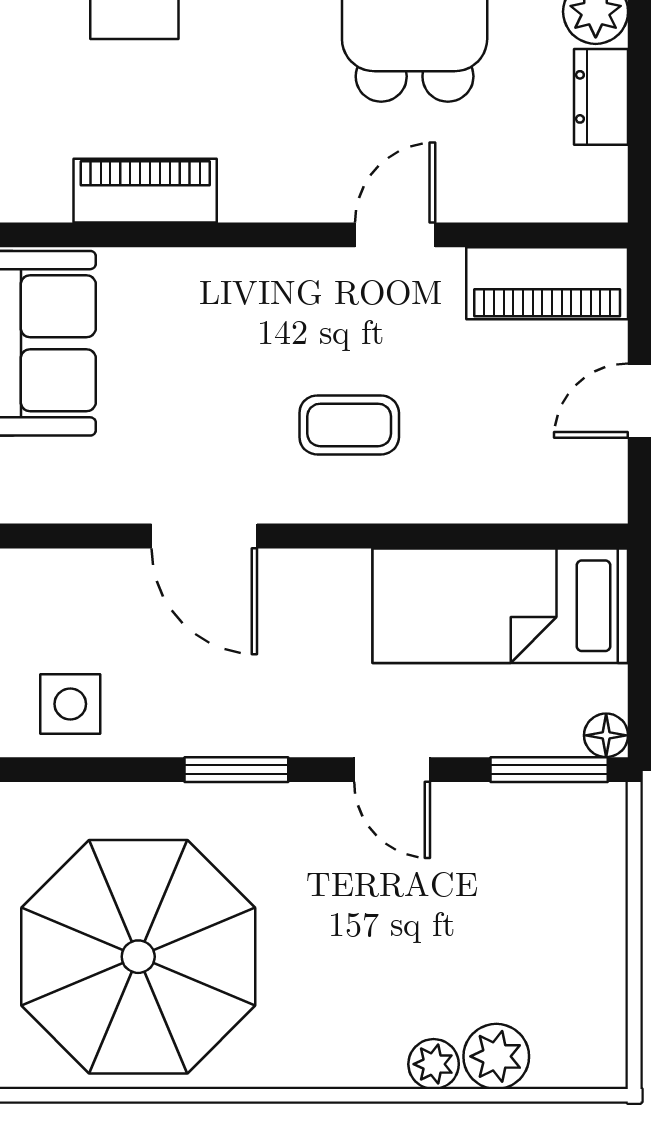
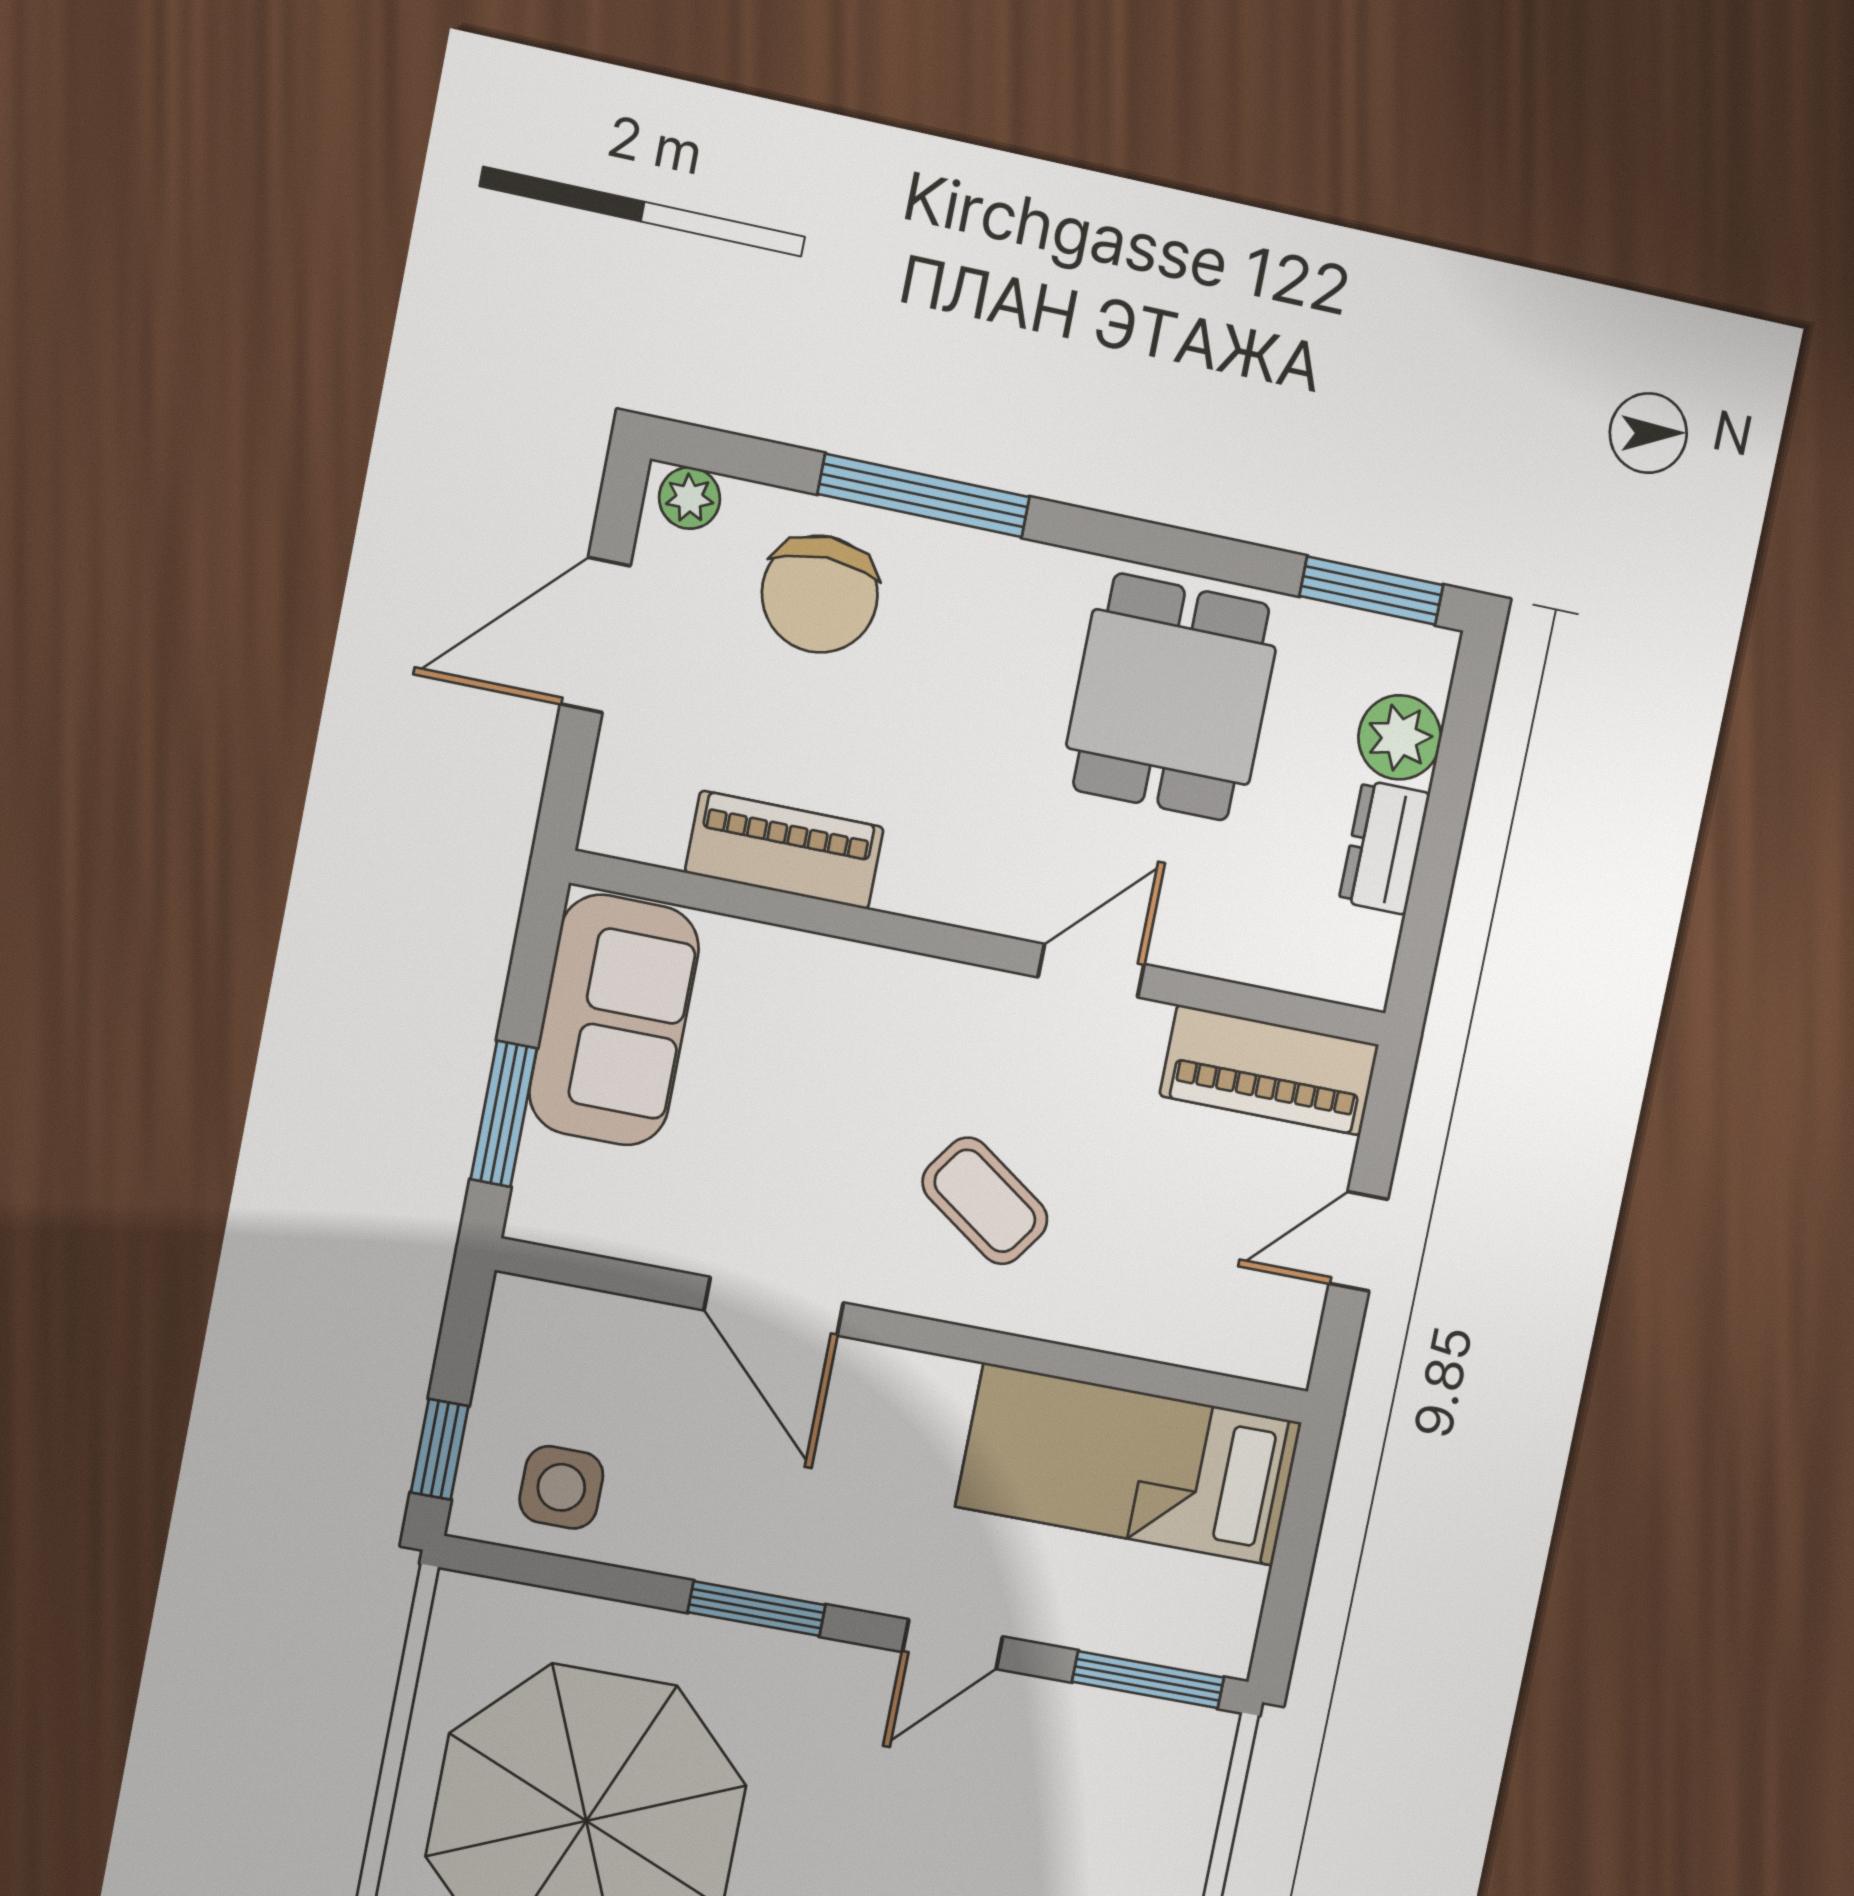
coffee table: (349, 425) -> (985, 1201), turned 35
floor lamp: (606, 735) -> (1227, 1650), removed
door: (392, 770) -> (953, 1644), hinge flipped

